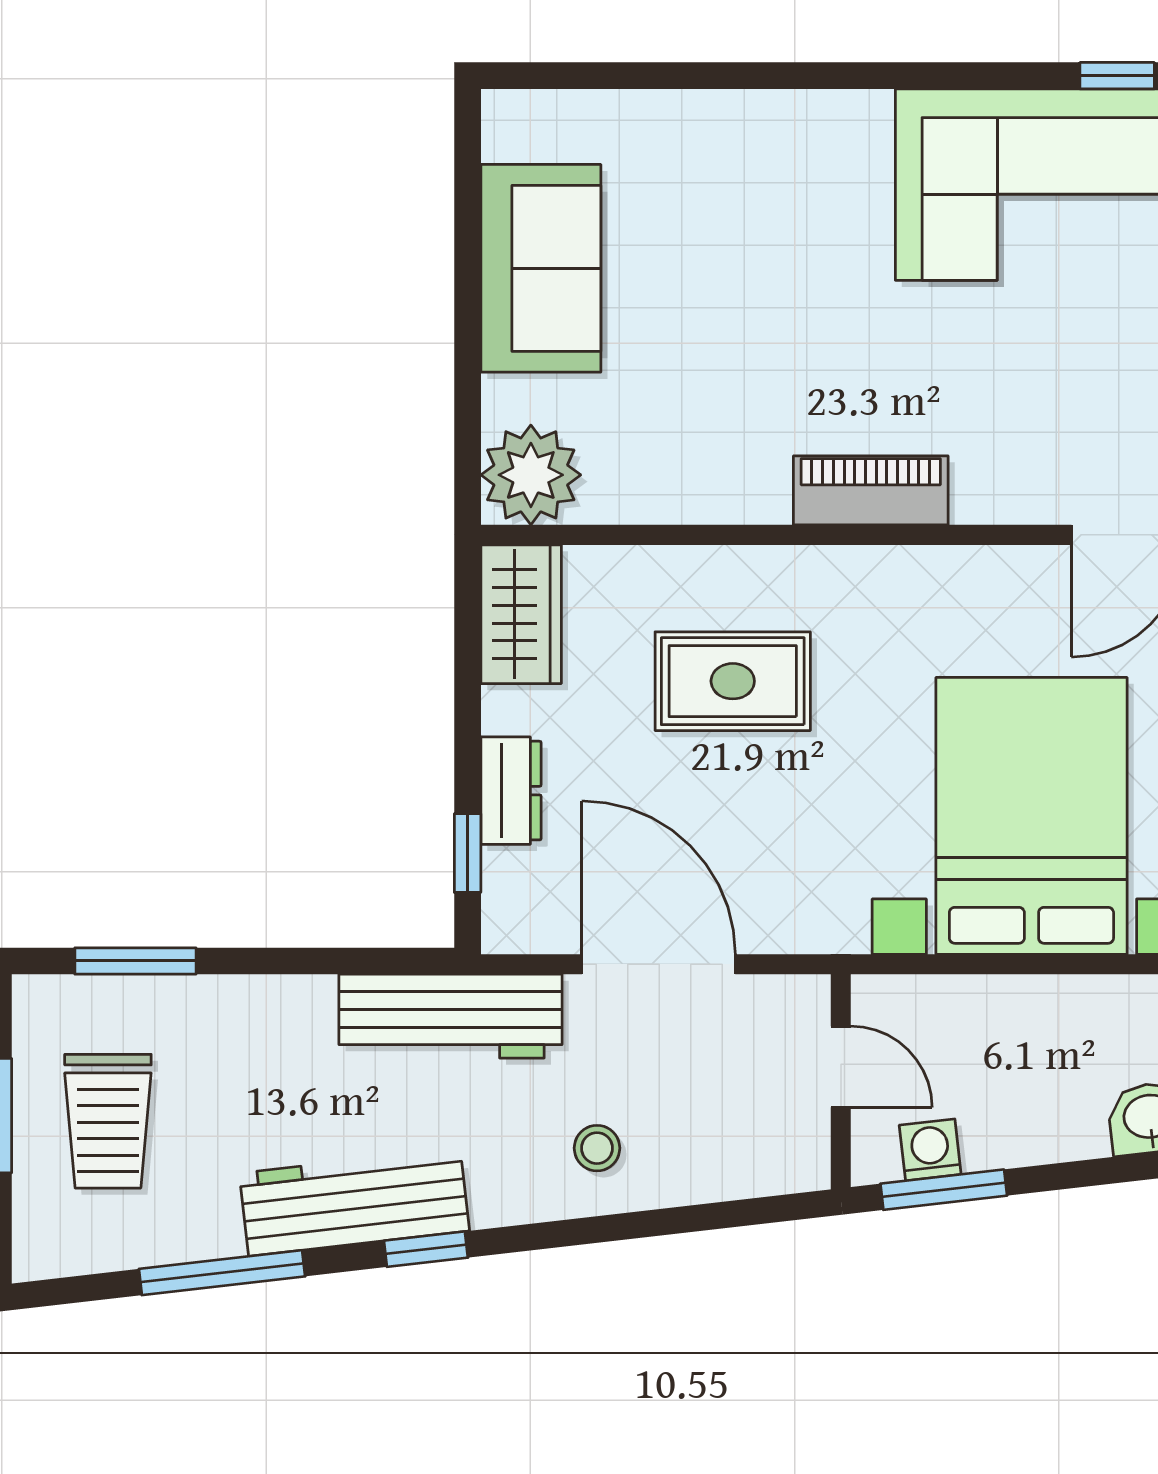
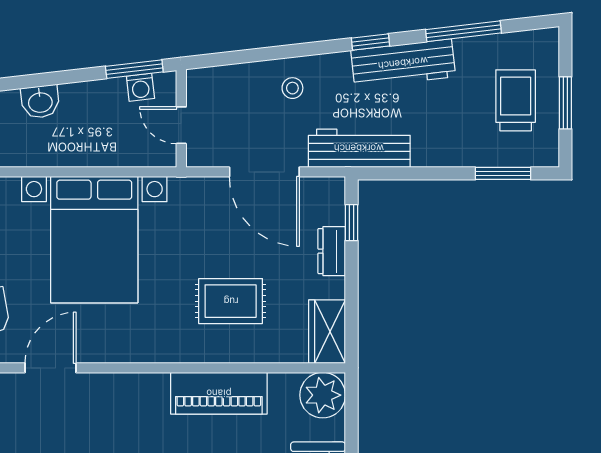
piano: (871, 490) -> (219, 393), moved, width x1.37, depth x1.33

